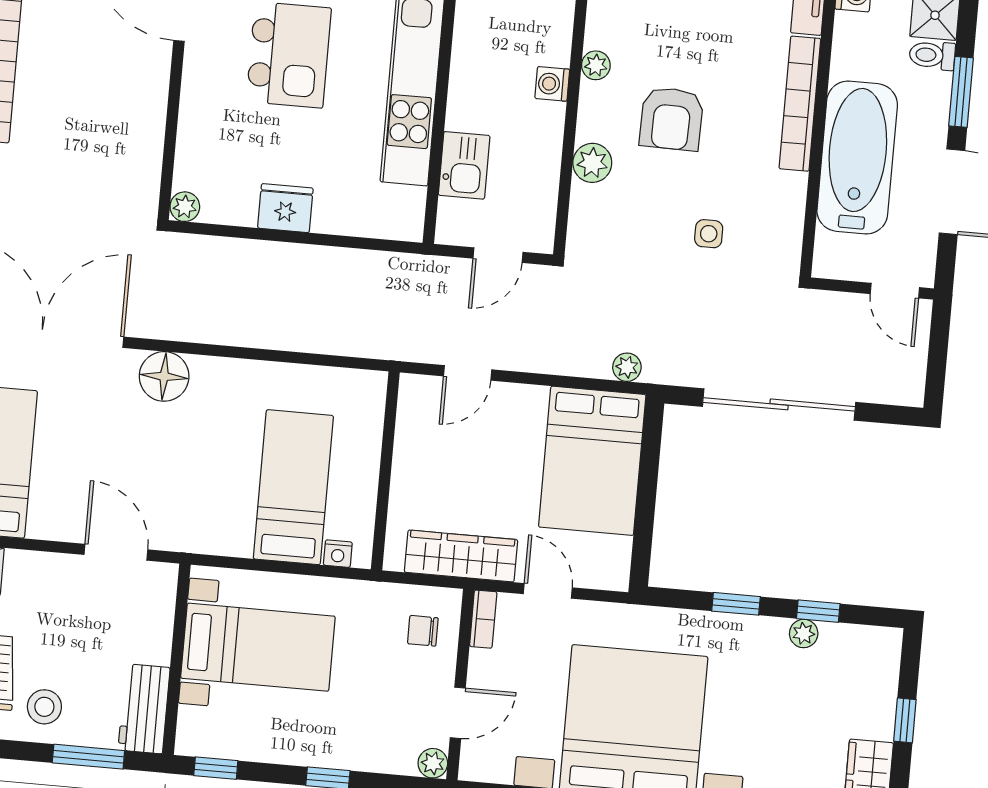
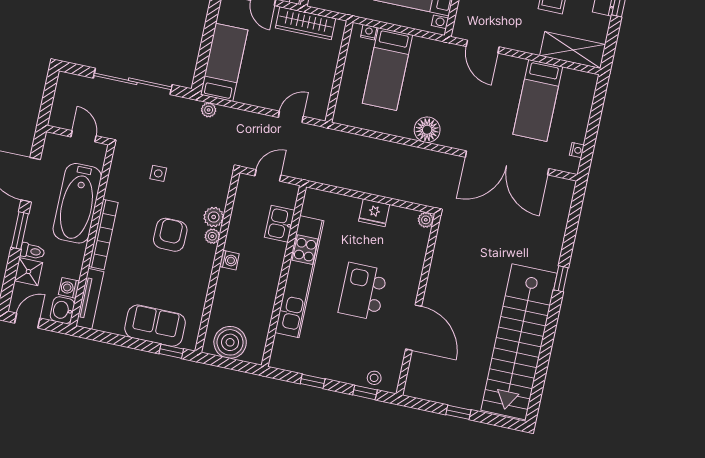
plant: (596, 65) -> (212, 236), moved
door: (895, 291) -> (84, 136), moved
floor lamp: (164, 376) -> (427, 130), moved
bed: (592, 461) -> (224, 62), width x0.67

